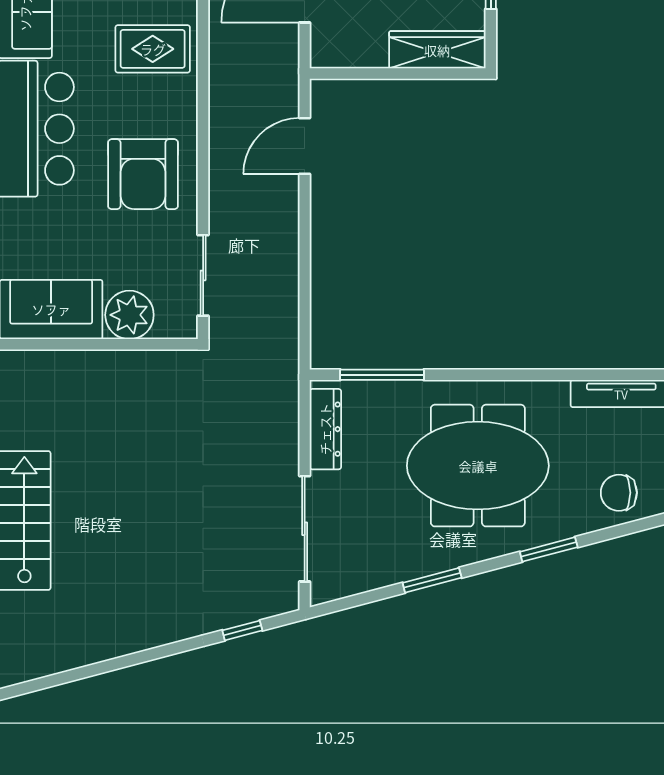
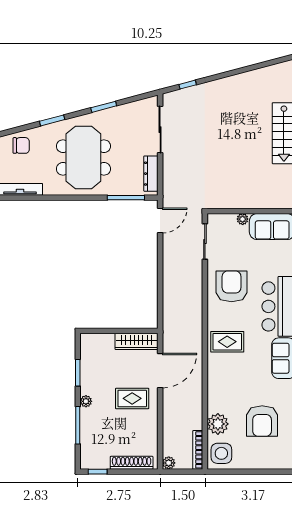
wardrobe: (437, 50) -> (136, 341), moved
door: (305, 146) -> (160, 221), moved
plant: (129, 315) -> (243, 219), width x0.53, depth x0.53
meeting table: (478, 466) -> (83, 158), turned 90

